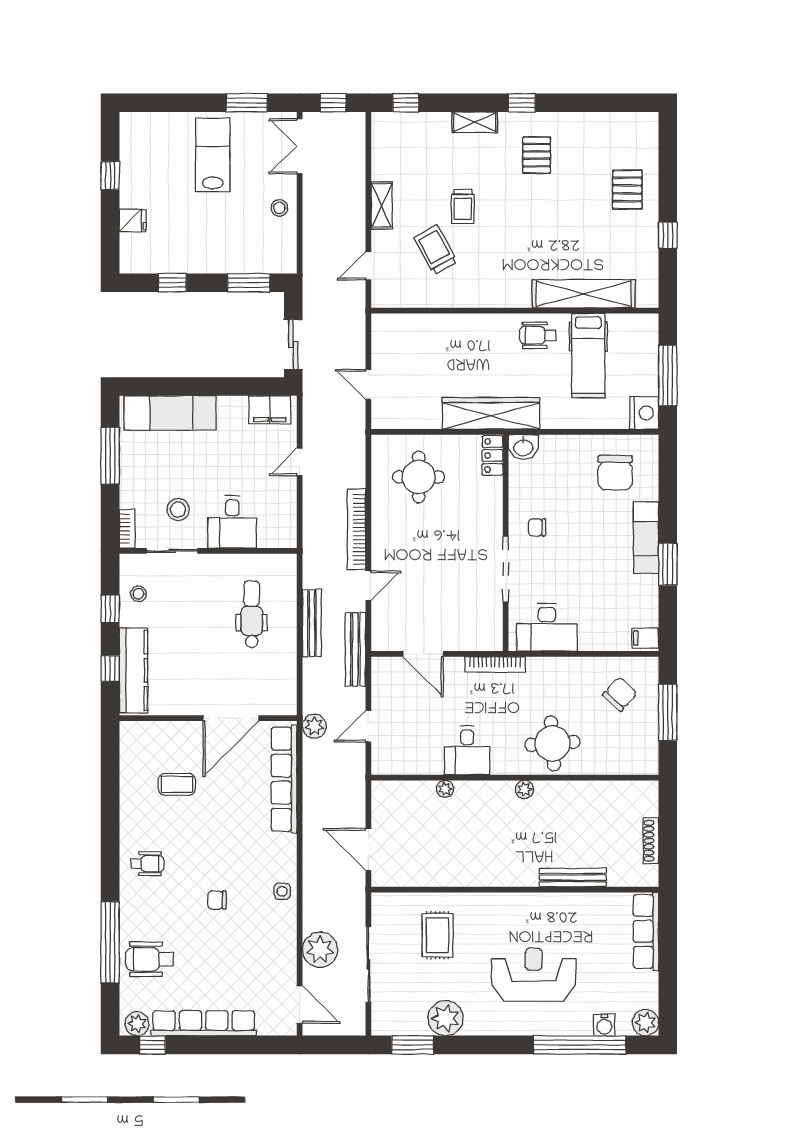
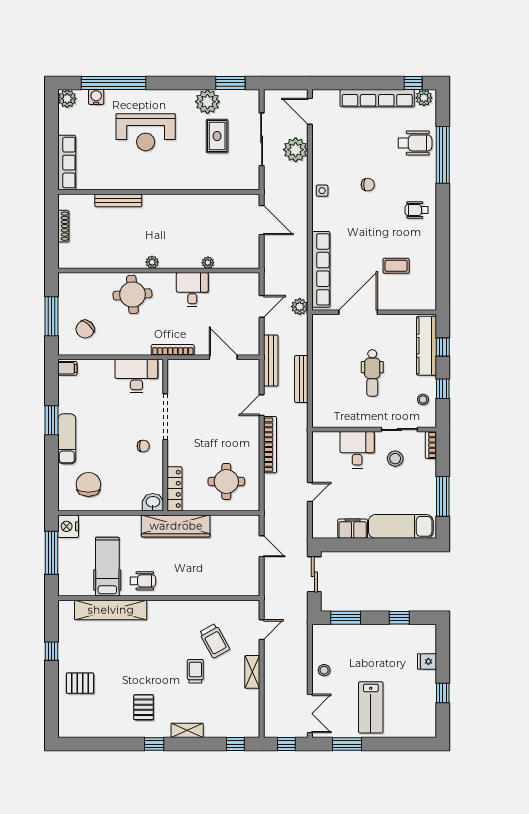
pallet: (627, 189) -> (80, 683), turned 90
filing cabinet: (270, 410) -> (353, 529), moved
locker: (492, 455) -> (175, 489), width x1.53
dental chair: (252, 614) -> (372, 373), moved
rug: (438, 935) -> (217, 136), moved

